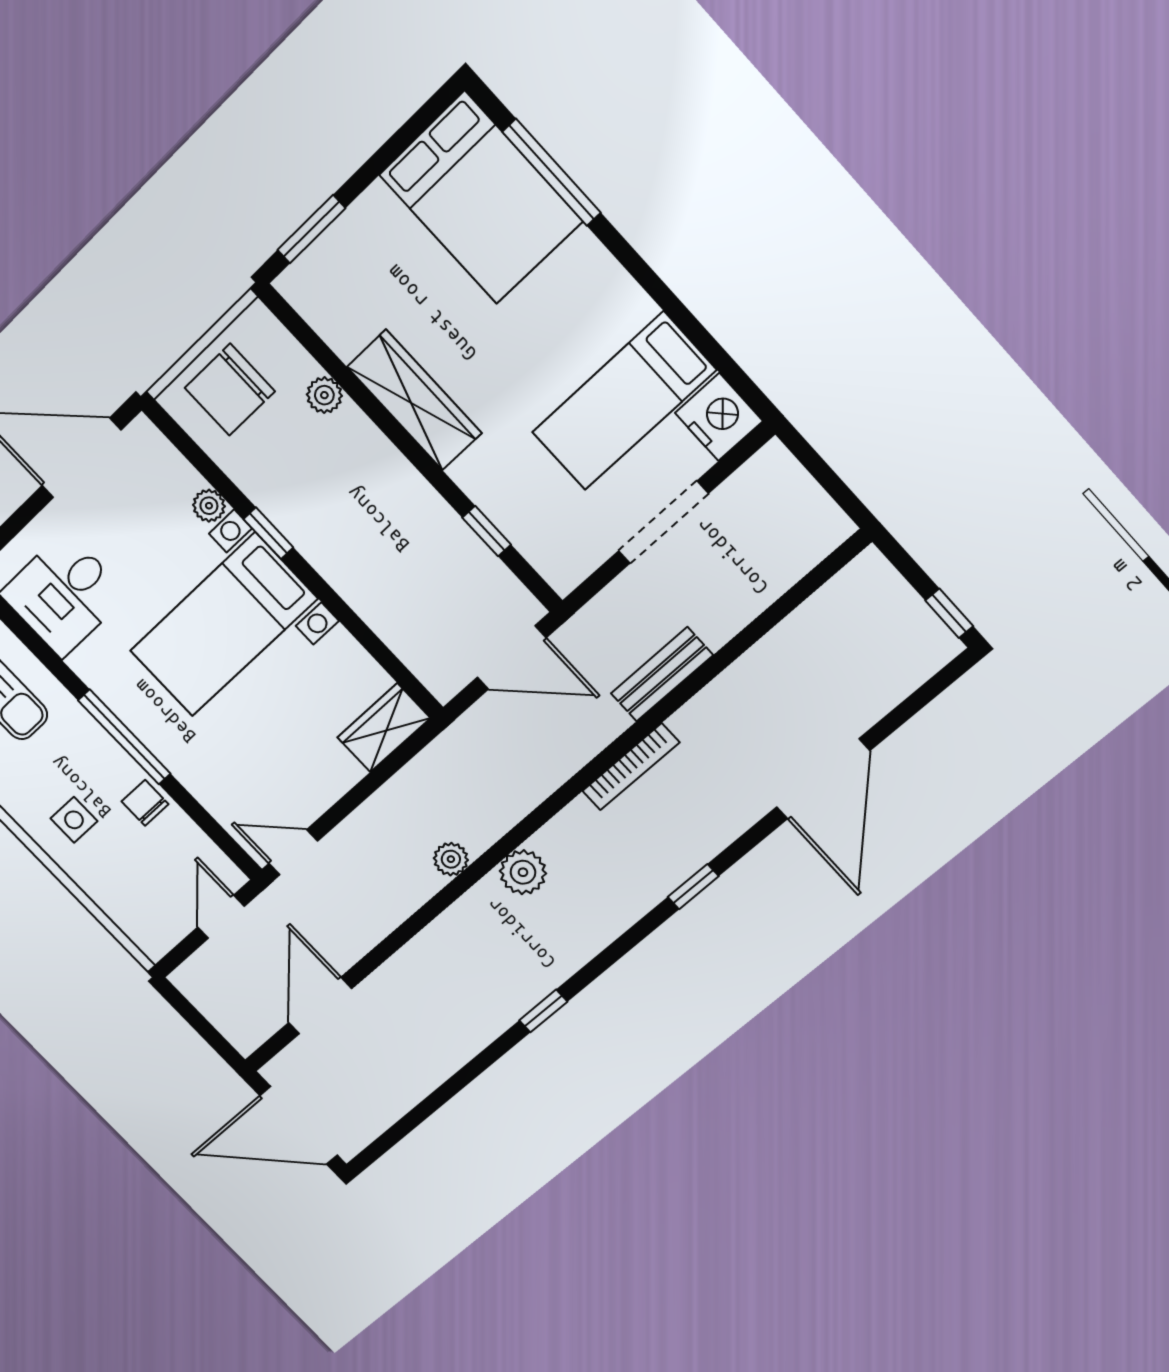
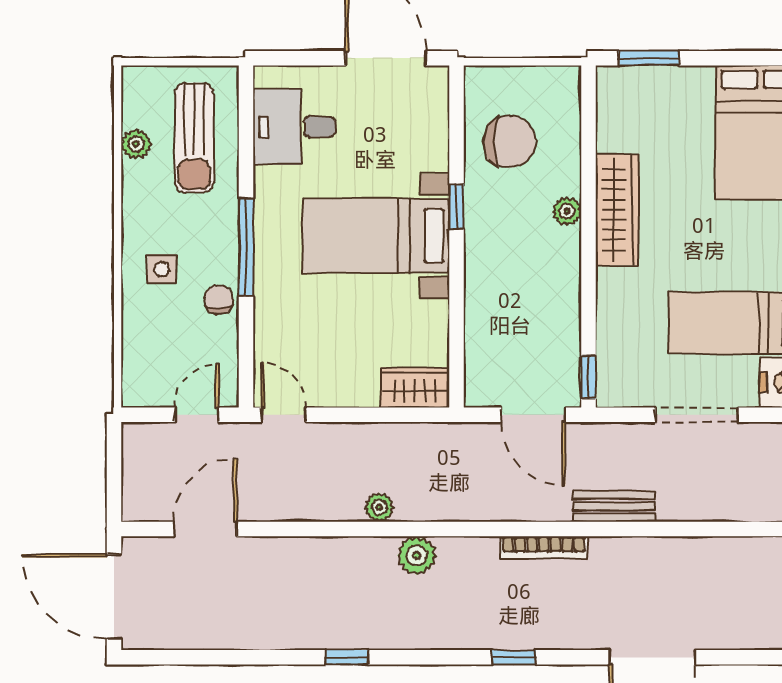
chair: (230, 390) -> (509, 142), moved, turned 180
plant: (324, 395) -> (567, 211), moved
plant: (209, 506) -> (436, 157), removed
window: (487, 531) -> (588, 377), moved

